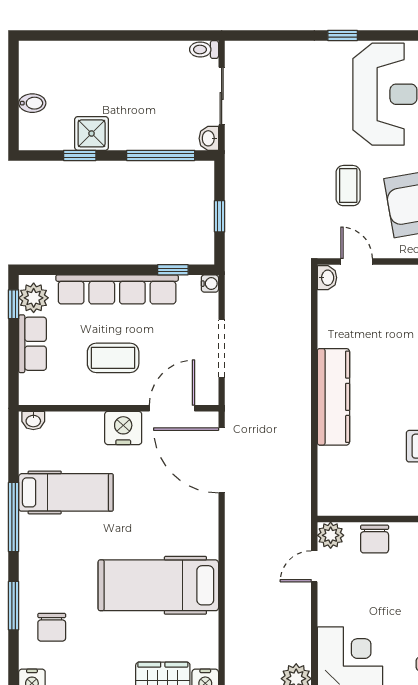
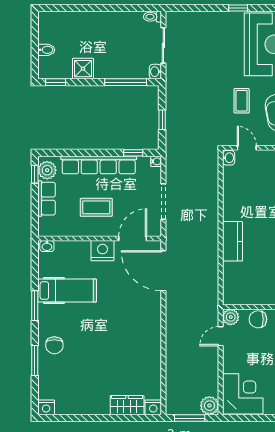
window: (80, 155) -> (56, 82), moved
kitchen counter: (333, 397) -> (232, 241), width x0.67
window: (14, 517) -> (35, 306), width x0.69
chair: (375, 539) -> (258, 319), turned 90
hospital bed: (158, 585) -> (124, 348), removed
chair: (52, 627) -> (54, 345), moved

